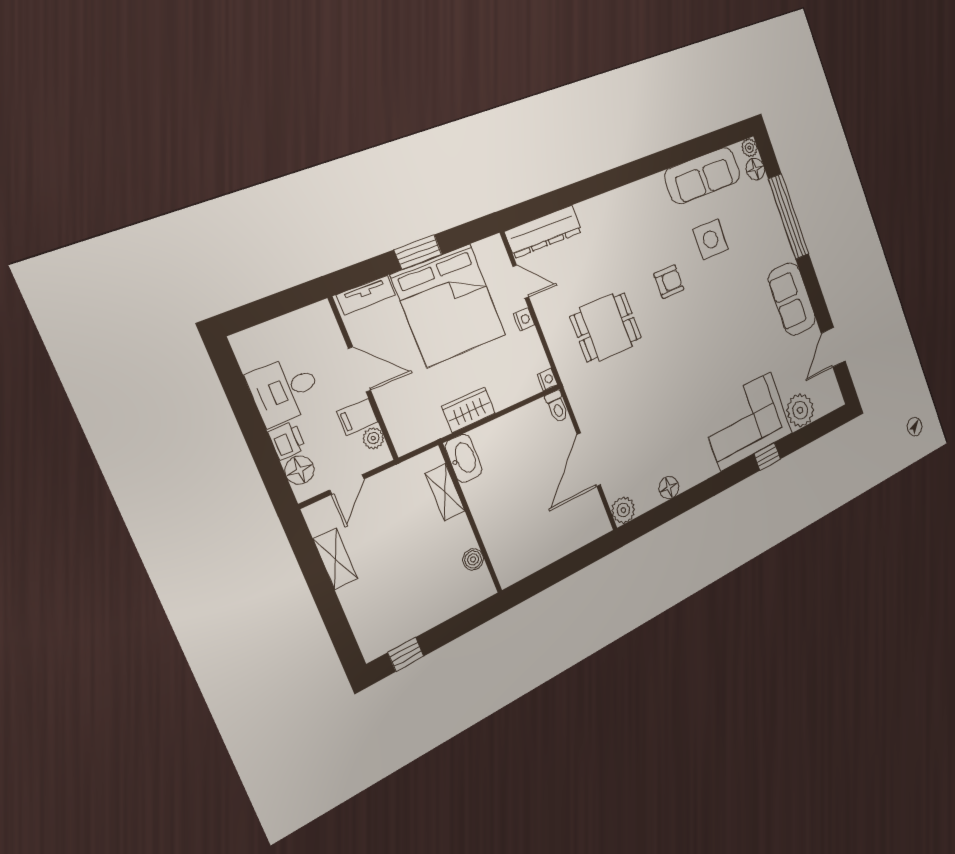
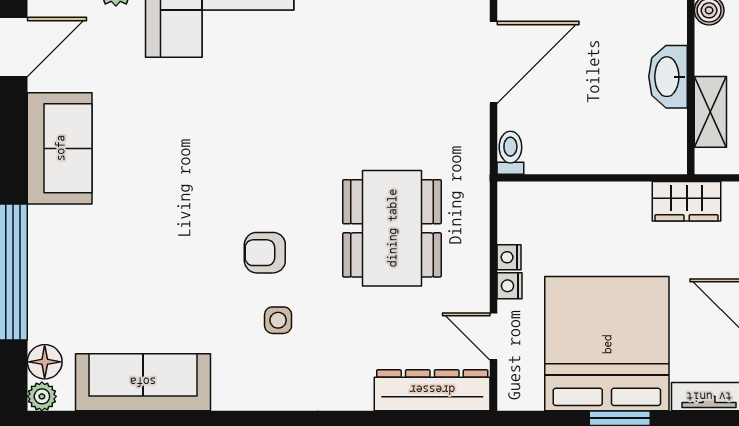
side table: (711, 239) -> (278, 320), moved, width x0.54, depth x0.54
dining table: (606, 327) -> (392, 228), width x1.38
nightstand: (547, 379) -> (509, 257), moved
wardrobe: (469, 410) -> (687, 201), moved
washbasin: (464, 458) -> (668, 77), moved

